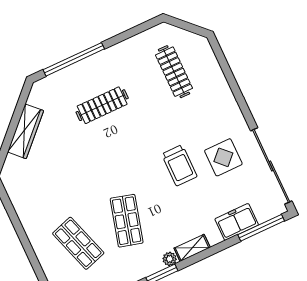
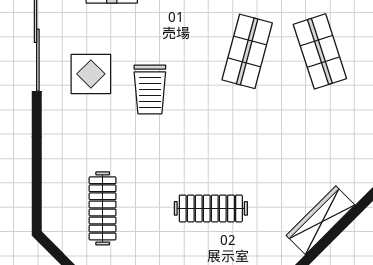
trolley: (179, 165) -> (150, 89), turned 180

